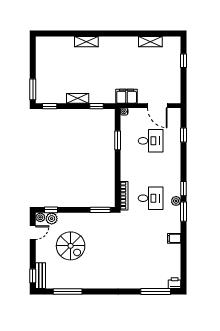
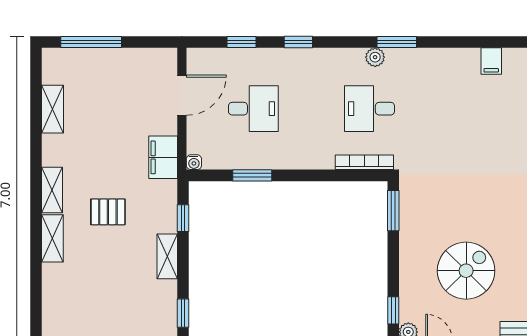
shelving: (110, 41) -> (52, 190), added
window: (184, 61) -> (91, 42), width x2.17
pallet: (100, 69) -> (108, 212), added
desk: (151, 141) -> (253, 109), turned 90
window: (184, 189) -> (298, 42), moved
desk: (151, 198) -> (370, 109), turned -90
plant: (52, 219) -> (411, 309), removed
filing cabinet: (174, 238) -> (491, 61), moved

